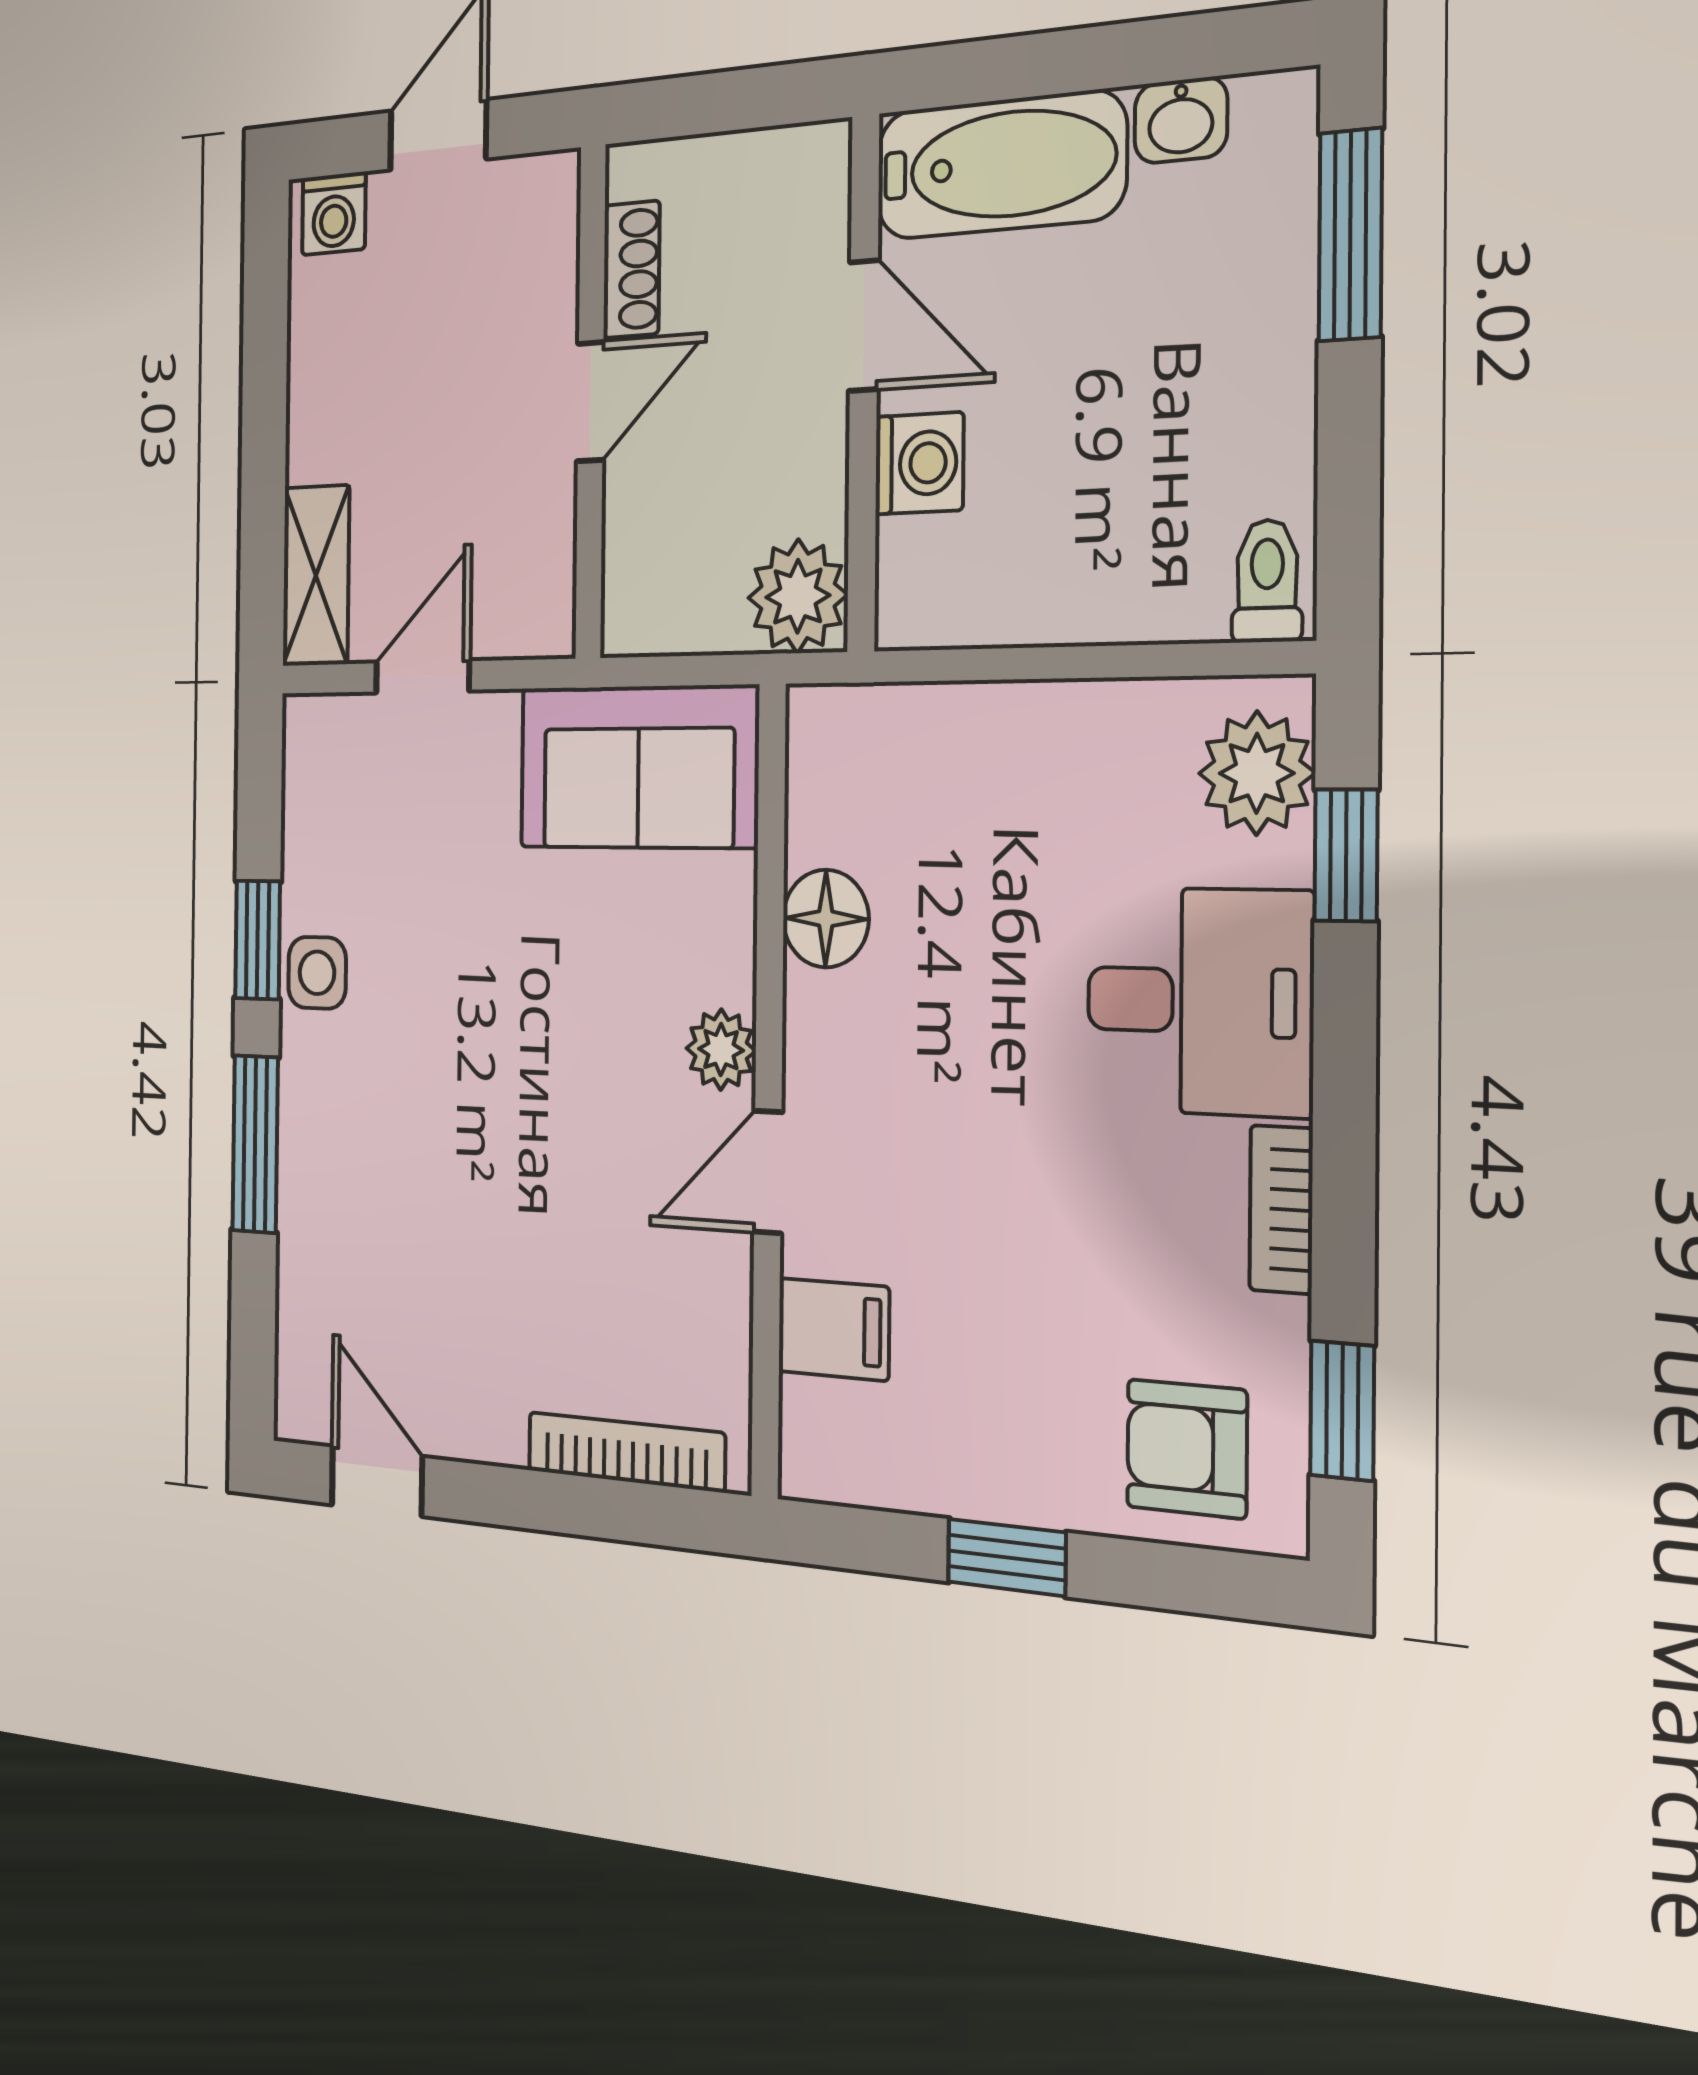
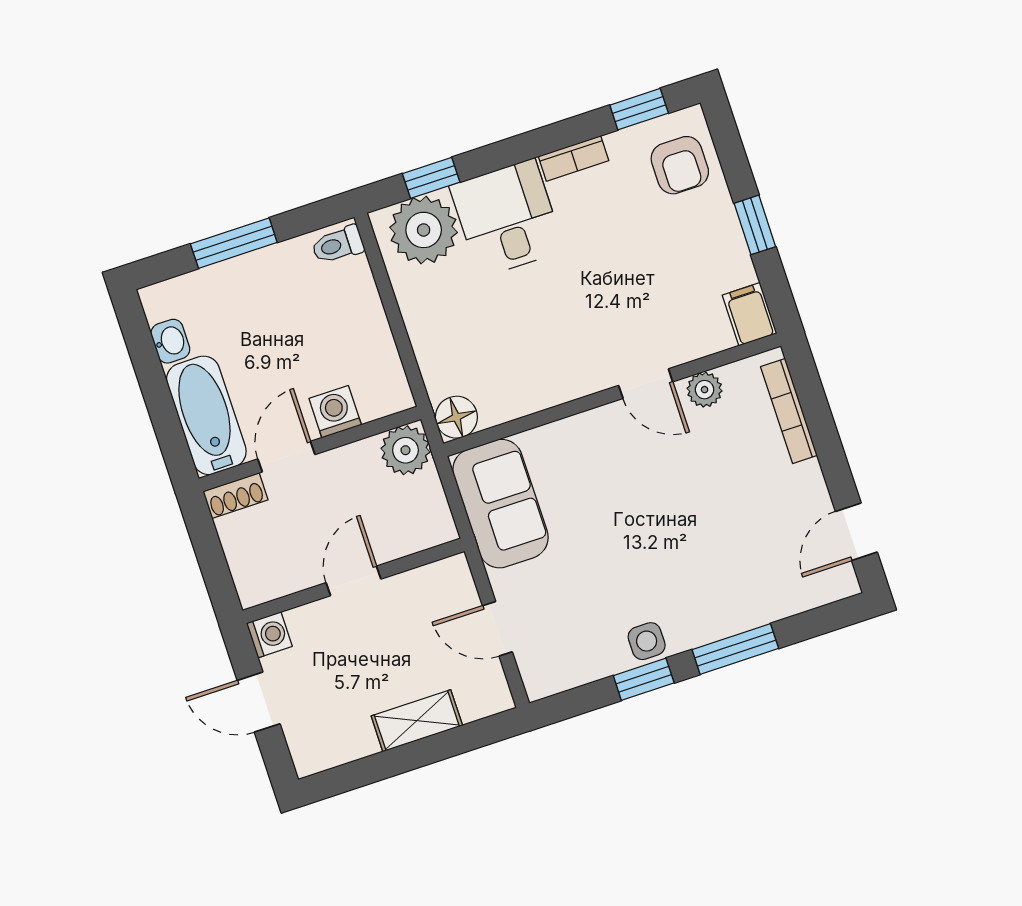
washing machine: (334, 213) -> (269, 635), moved
window: (1350, 235) -> (234, 243), moved
shoe rack: (631, 269) -> (235, 496), moved, turned 180
door: (591, 402) -> (353, 581), hinge flipped
shelving: (316, 576) -> (417, 721), moved
plant: (1257, 773) -> (424, 230), width x1.36, depth x1.36
floor lamp: (826, 919) -> (456, 417), moved
plant: (721, 1050) -> (705, 390), moved
filing cabinet: (834, 1329) -> (749, 314), moved

